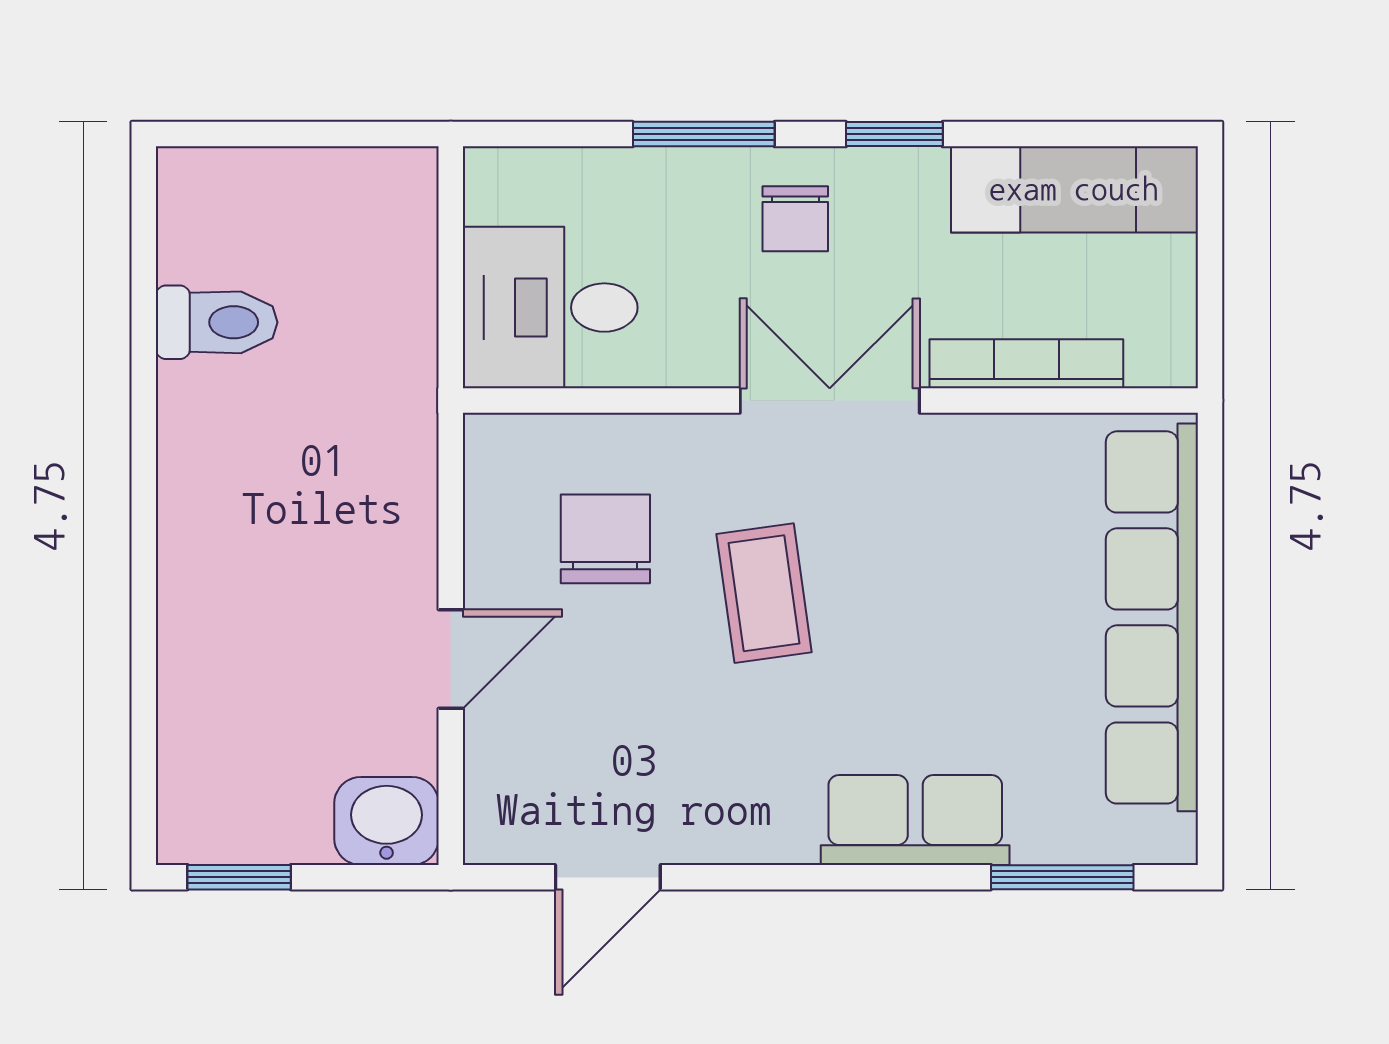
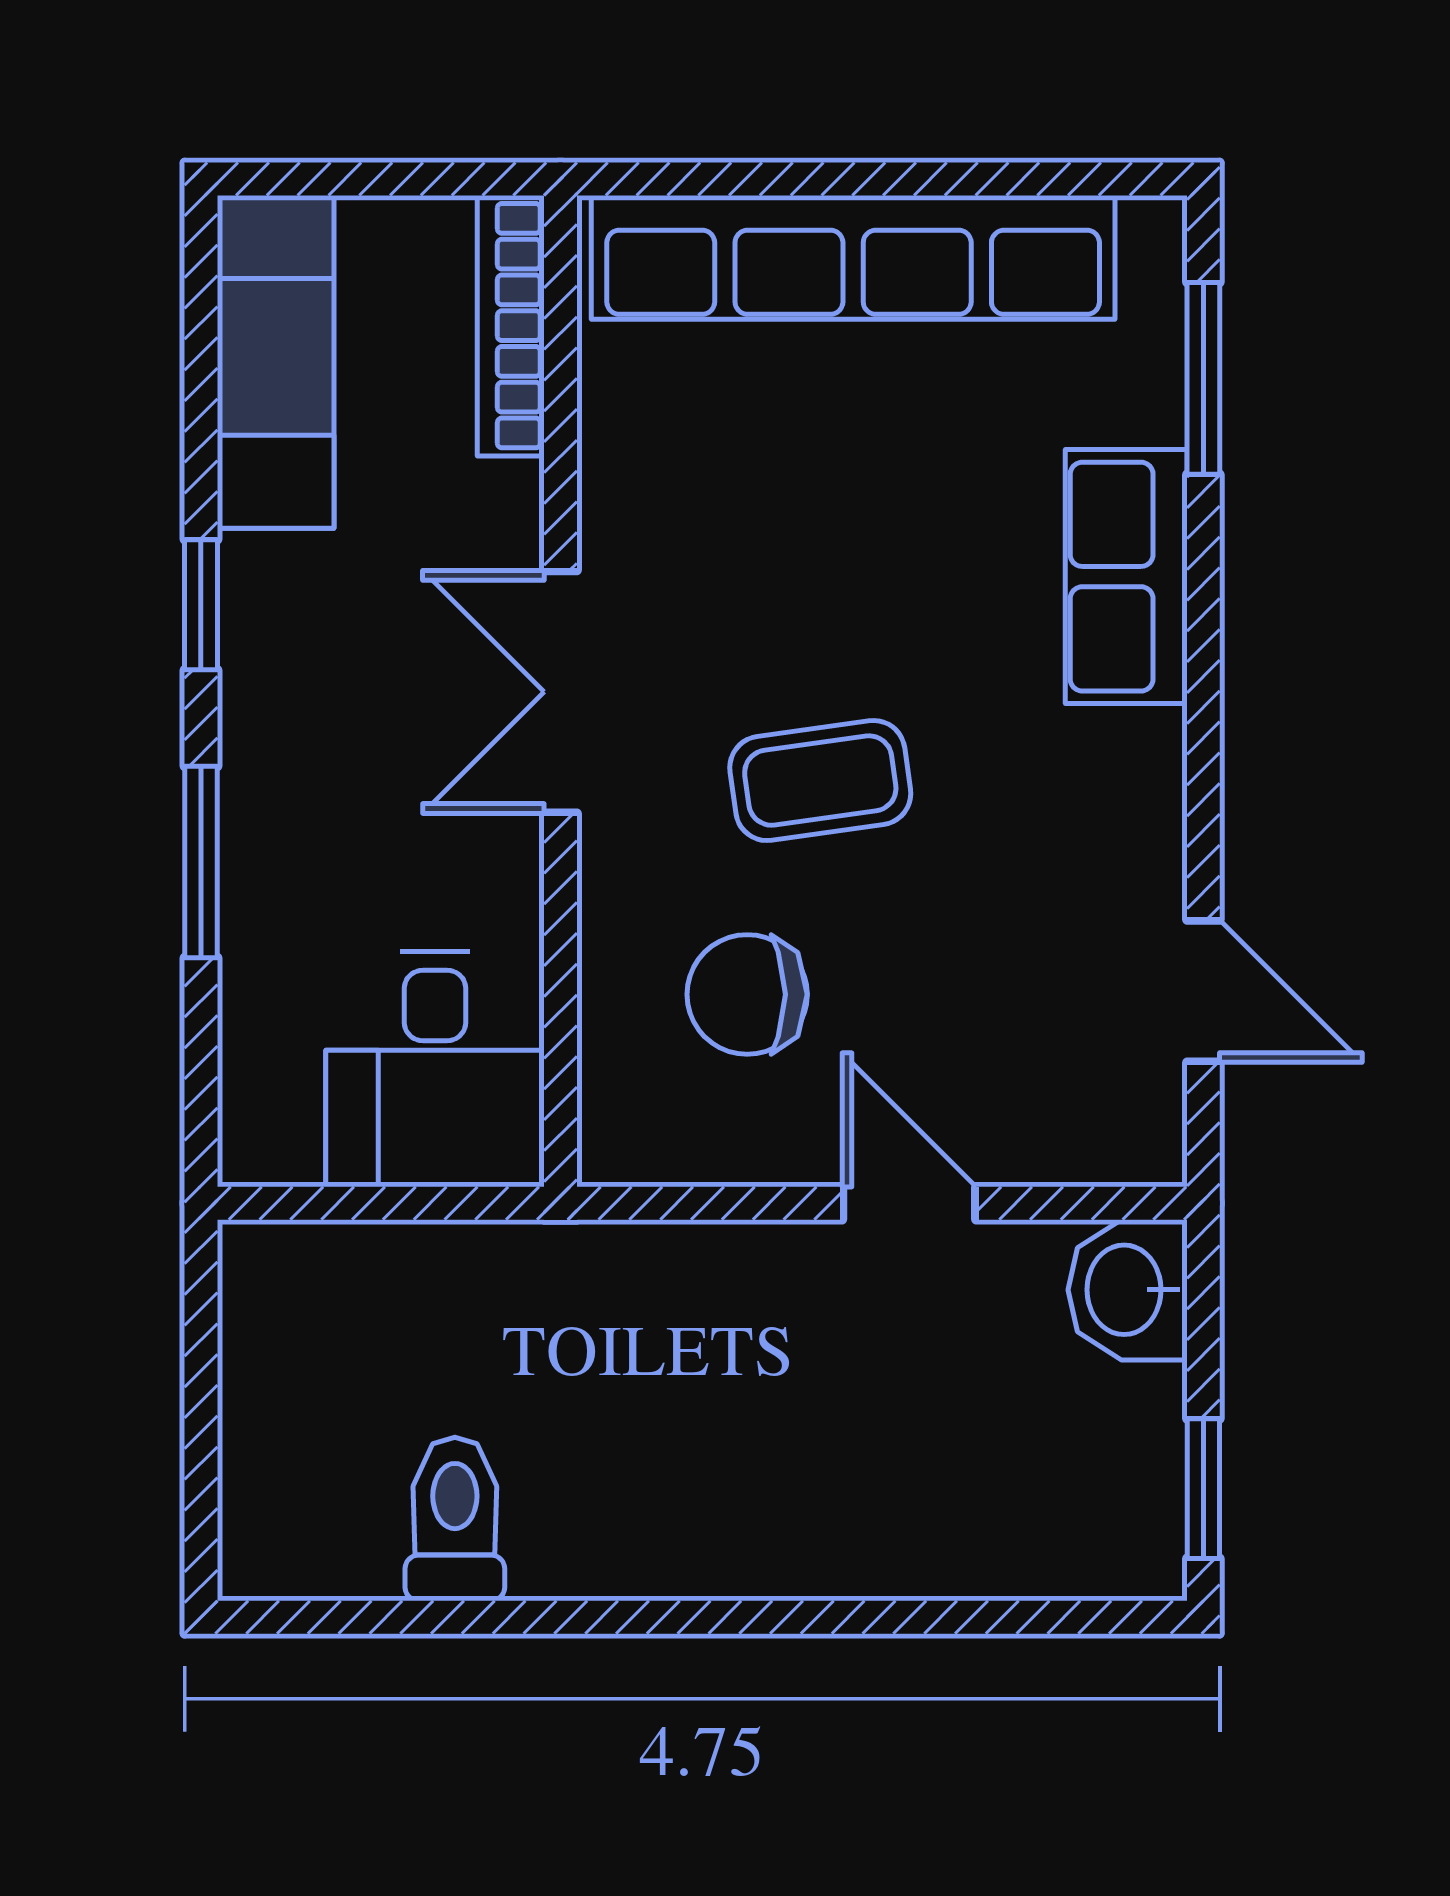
chair: (795, 219) -> (315, 738), removed
bookcase: (1026, 364) -> (511, 326), moved

